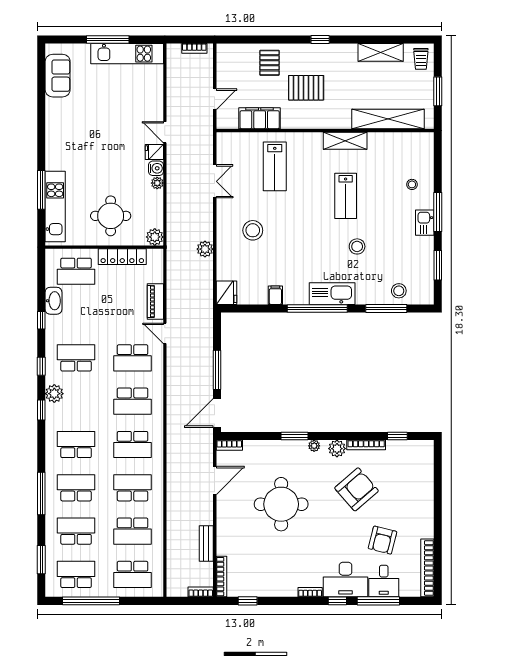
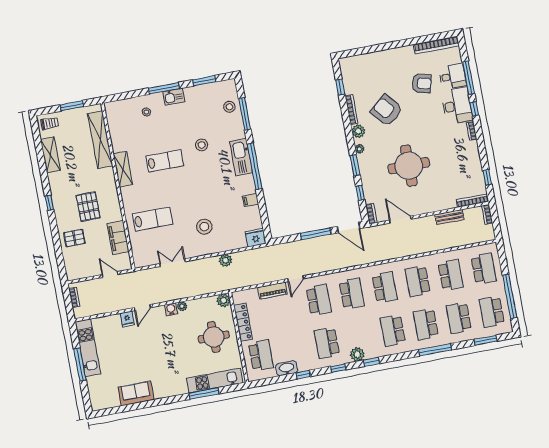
sofa: (58, 76) -> (136, 393), moved
fridge: (154, 152) -> (127, 319), moved
window: (258, 436) -> (360, 193), added

